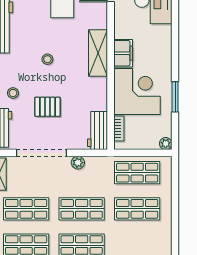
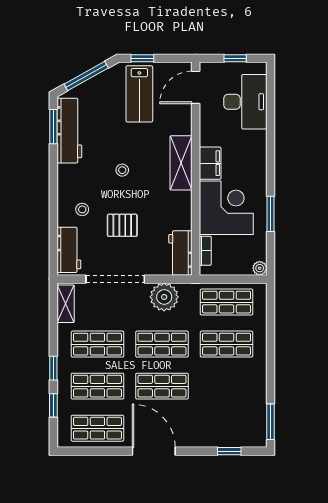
plant: (78, 163) -> (164, 297), width x1.87, depth x1.87

